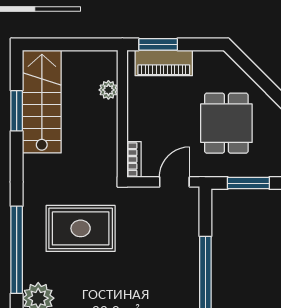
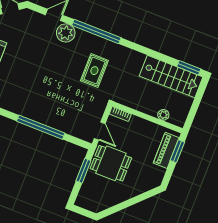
window: (17, 111) -> (189, 68), moved
dining table: (226, 123) -> (111, 163), moved
rug: (81, 228) -> (94, 71), width x0.73, depth x0.70

